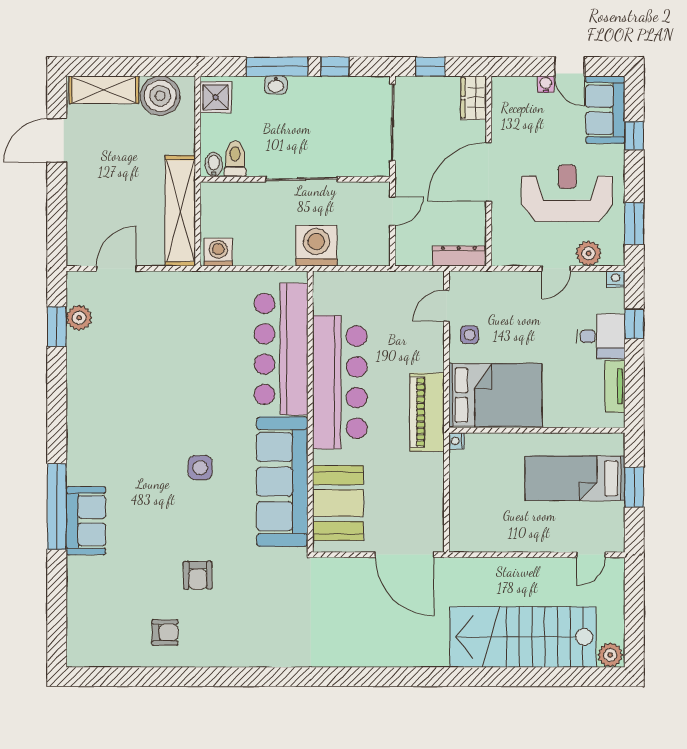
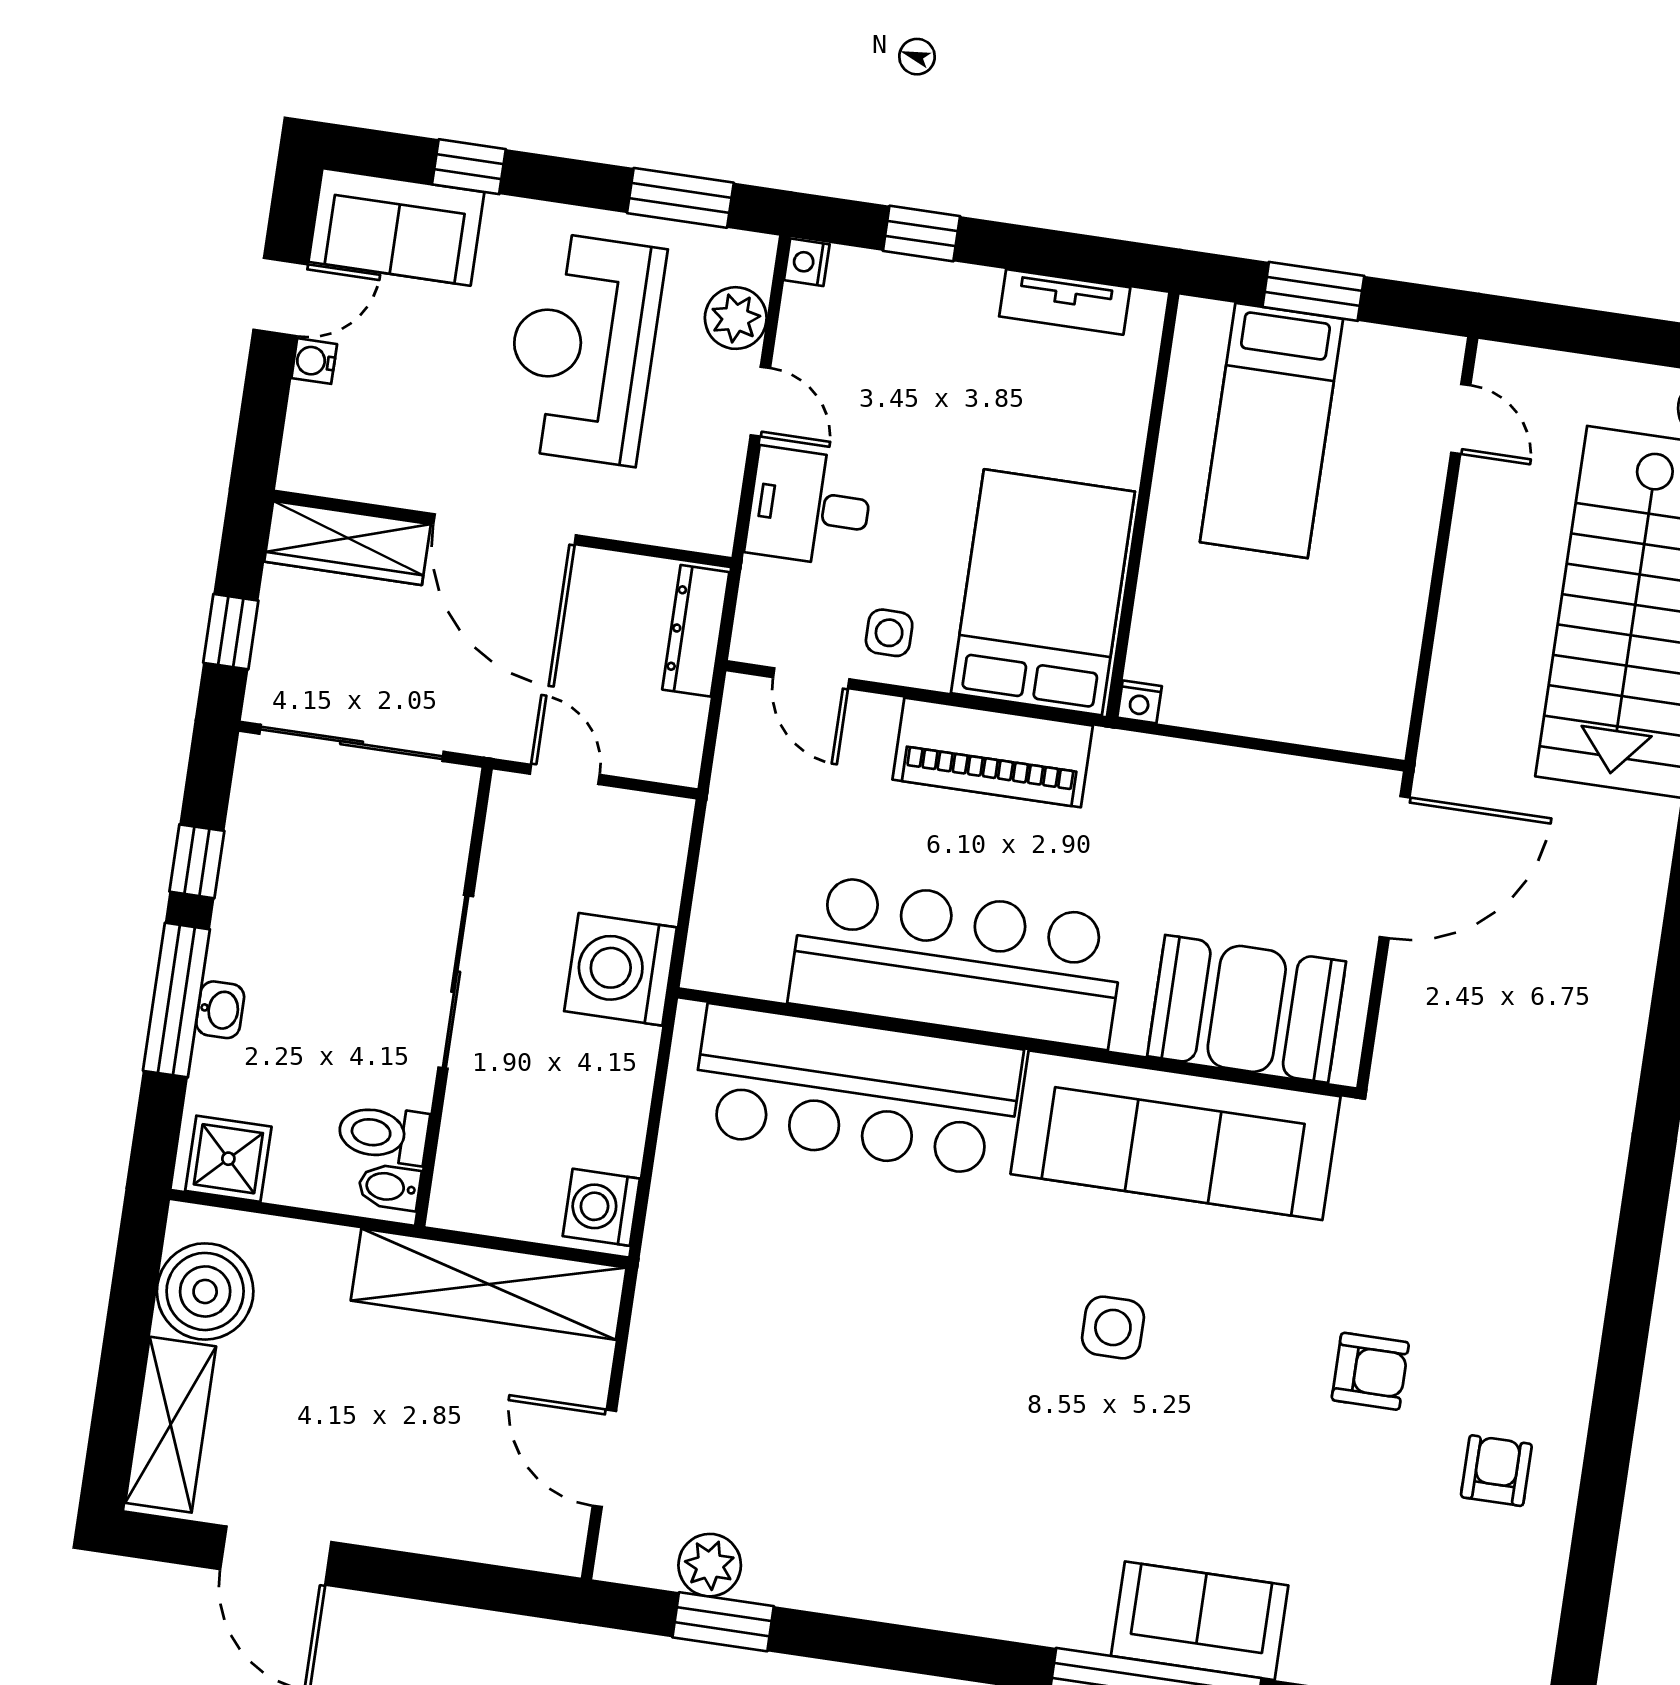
wardrobe: (474, 98) -> (347, 543), width x1.50
desk: (601, 336) -> (810, 507), moved, turned -90
piano: (427, 412) -> (993, 753), moved

